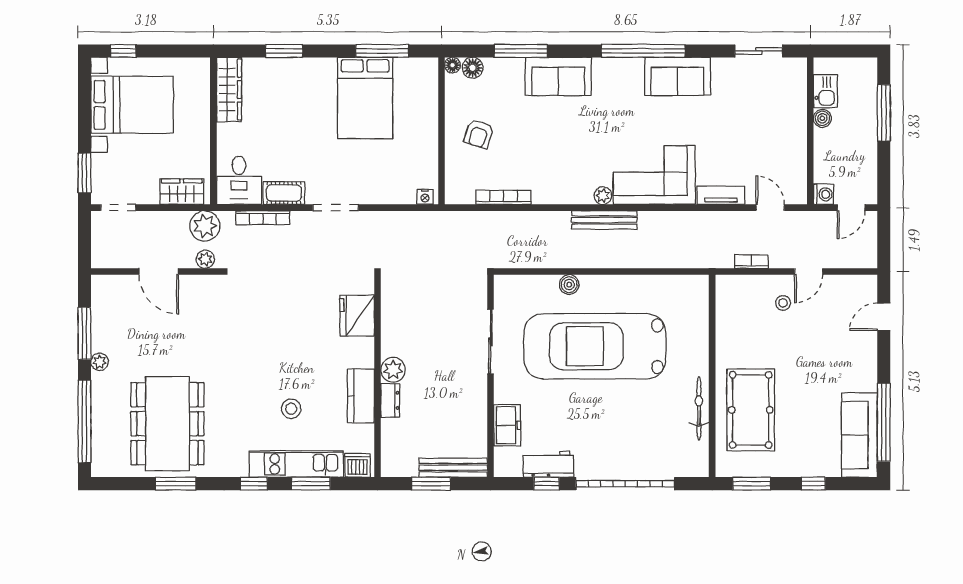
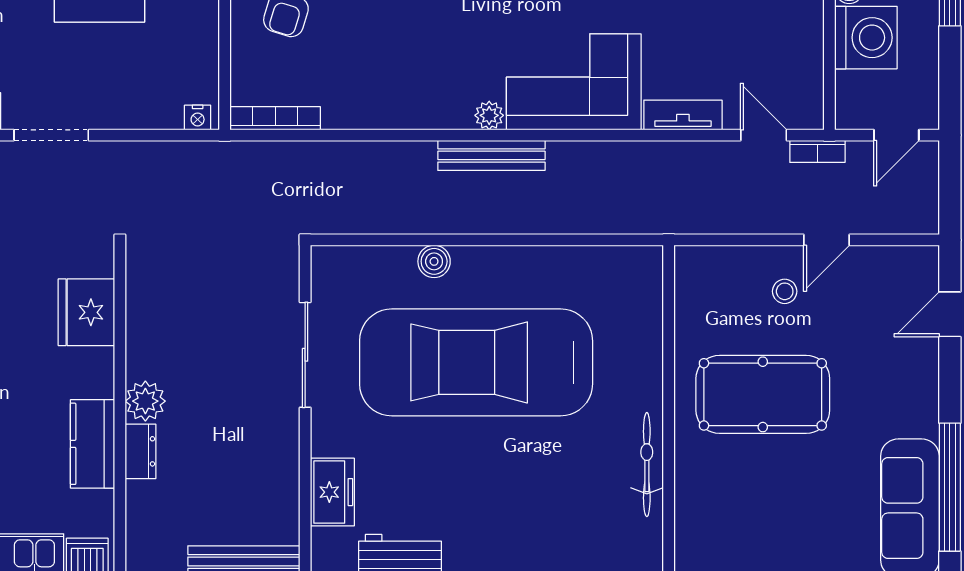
washing machine: (824, 194) -> (866, 38), moved, width x1.89, depth x1.89
bookcase: (503, 197) -> (275, 118), moved
bookcase: (751, 262) -> (817, 151), moved, turned 180
pool table: (751, 410) -> (763, 394), moved, turned 90

